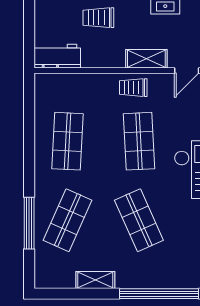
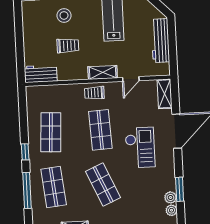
trolley: (98, 18) -> (68, 46), turned 180
window: (29, 167) -> (25, 152), added
shop shelf: (67, 220) -> (54, 187), turned -30

